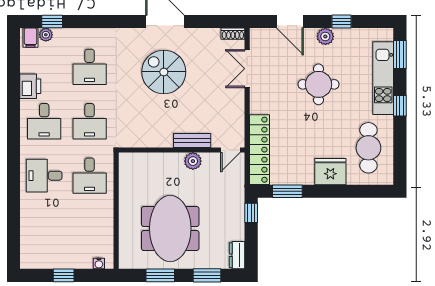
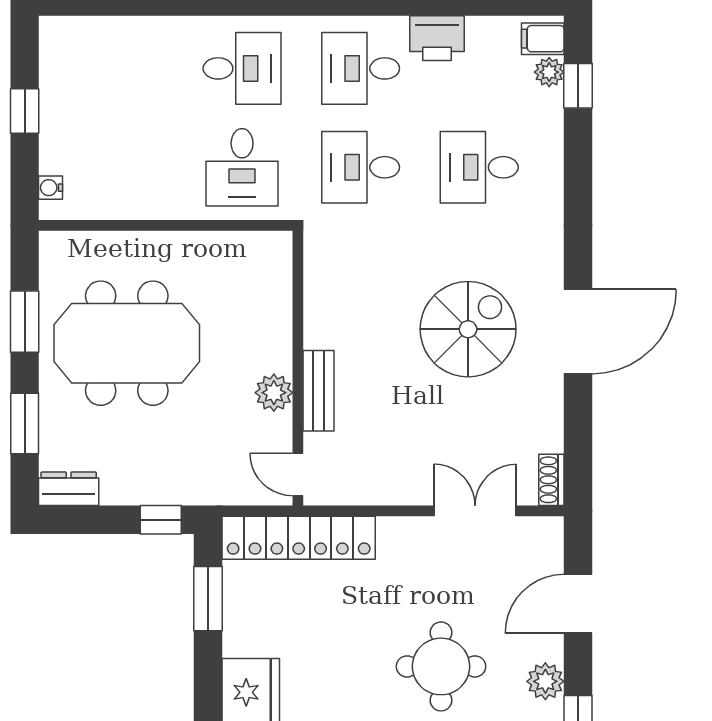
desk: (44, 176) -> (242, 68), turned 90
desk: (90, 176) -> (242, 167), turned -90

